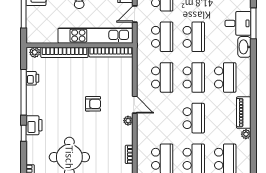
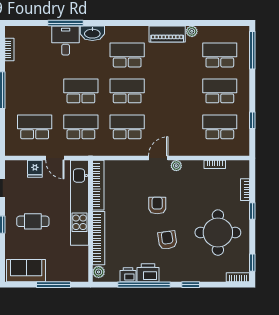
armchair: (63, 113) -> (167, 240), added
school desk: (194, 118) -> (173, 91), removed
printer: (34, 125) -> (148, 273), moved

